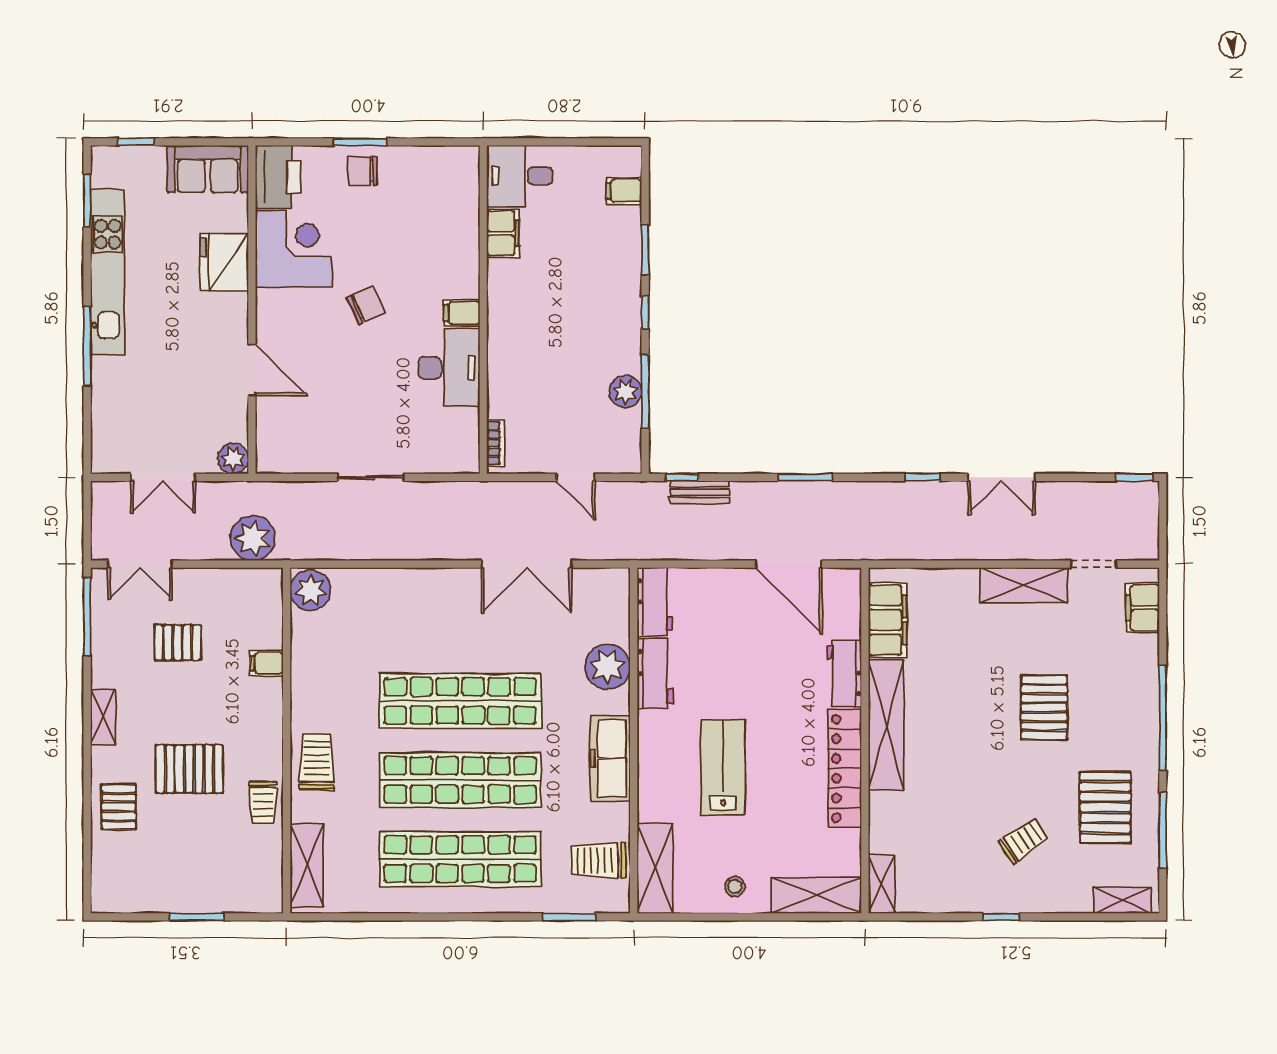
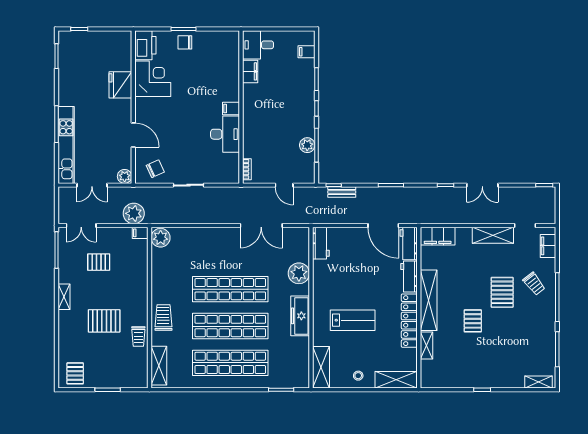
sofa: (208, 169) -> (113, 42), removed
kitchen unit: (108, 272) -> (66, 145), moved
chair: (366, 305) -> (155, 169), moved
filing cabinet: (888, 620) -> (438, 236), moved, turned 90
filing cabinet: (267, 663) -> (140, 233), moved
workbench: (655, 673) -> (409, 243), moved, turned 180
lab bench: (723, 767) -> (353, 320), turned 90
pallet: (119, 807) -> (75, 373), moved
pallet: (1105, 807) -> (473, 321), moved, width x0.67, depth x0.71
trolley: (1024, 840) -> (534, 284), moved, turned 86
trolley: (598, 860) -> (295, 363), removed
shelving: (882, 884) -> (426, 345), moved

